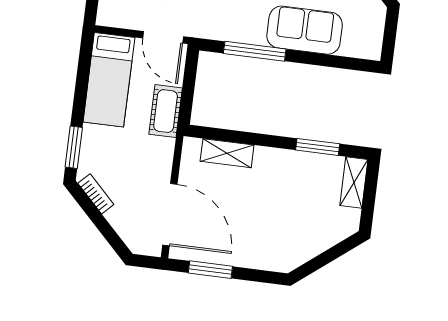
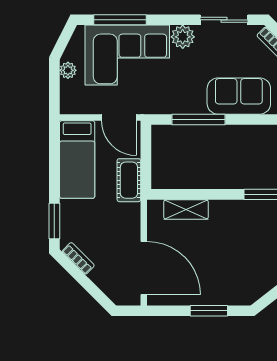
window: (210, 270) -> (209, 311), moved

